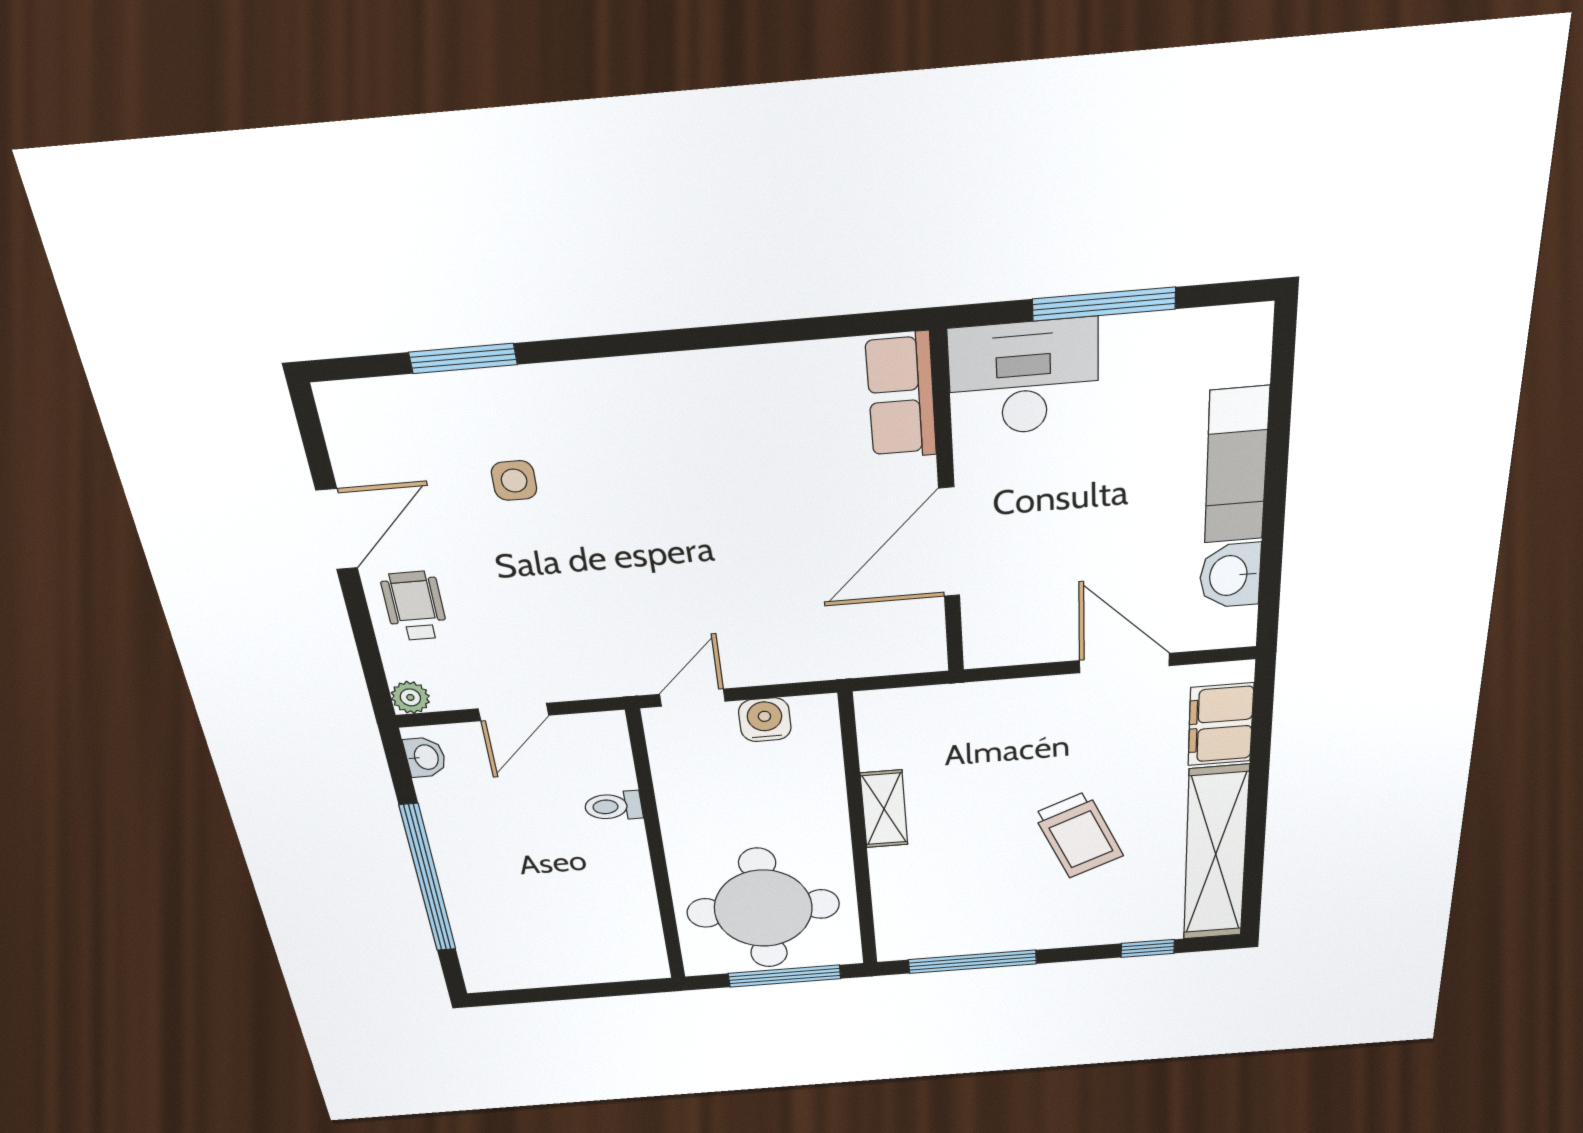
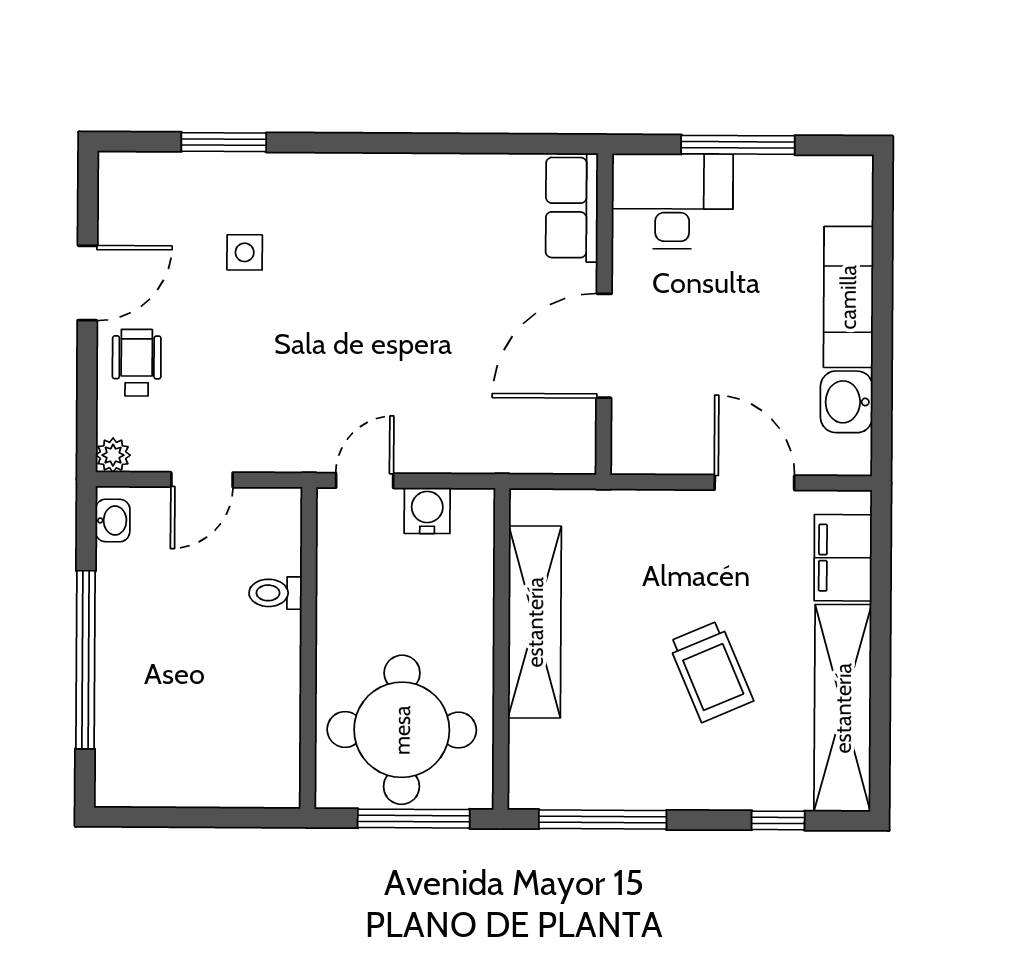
shelving: (884, 809) -> (535, 622), width x2.20, depth x1.33

